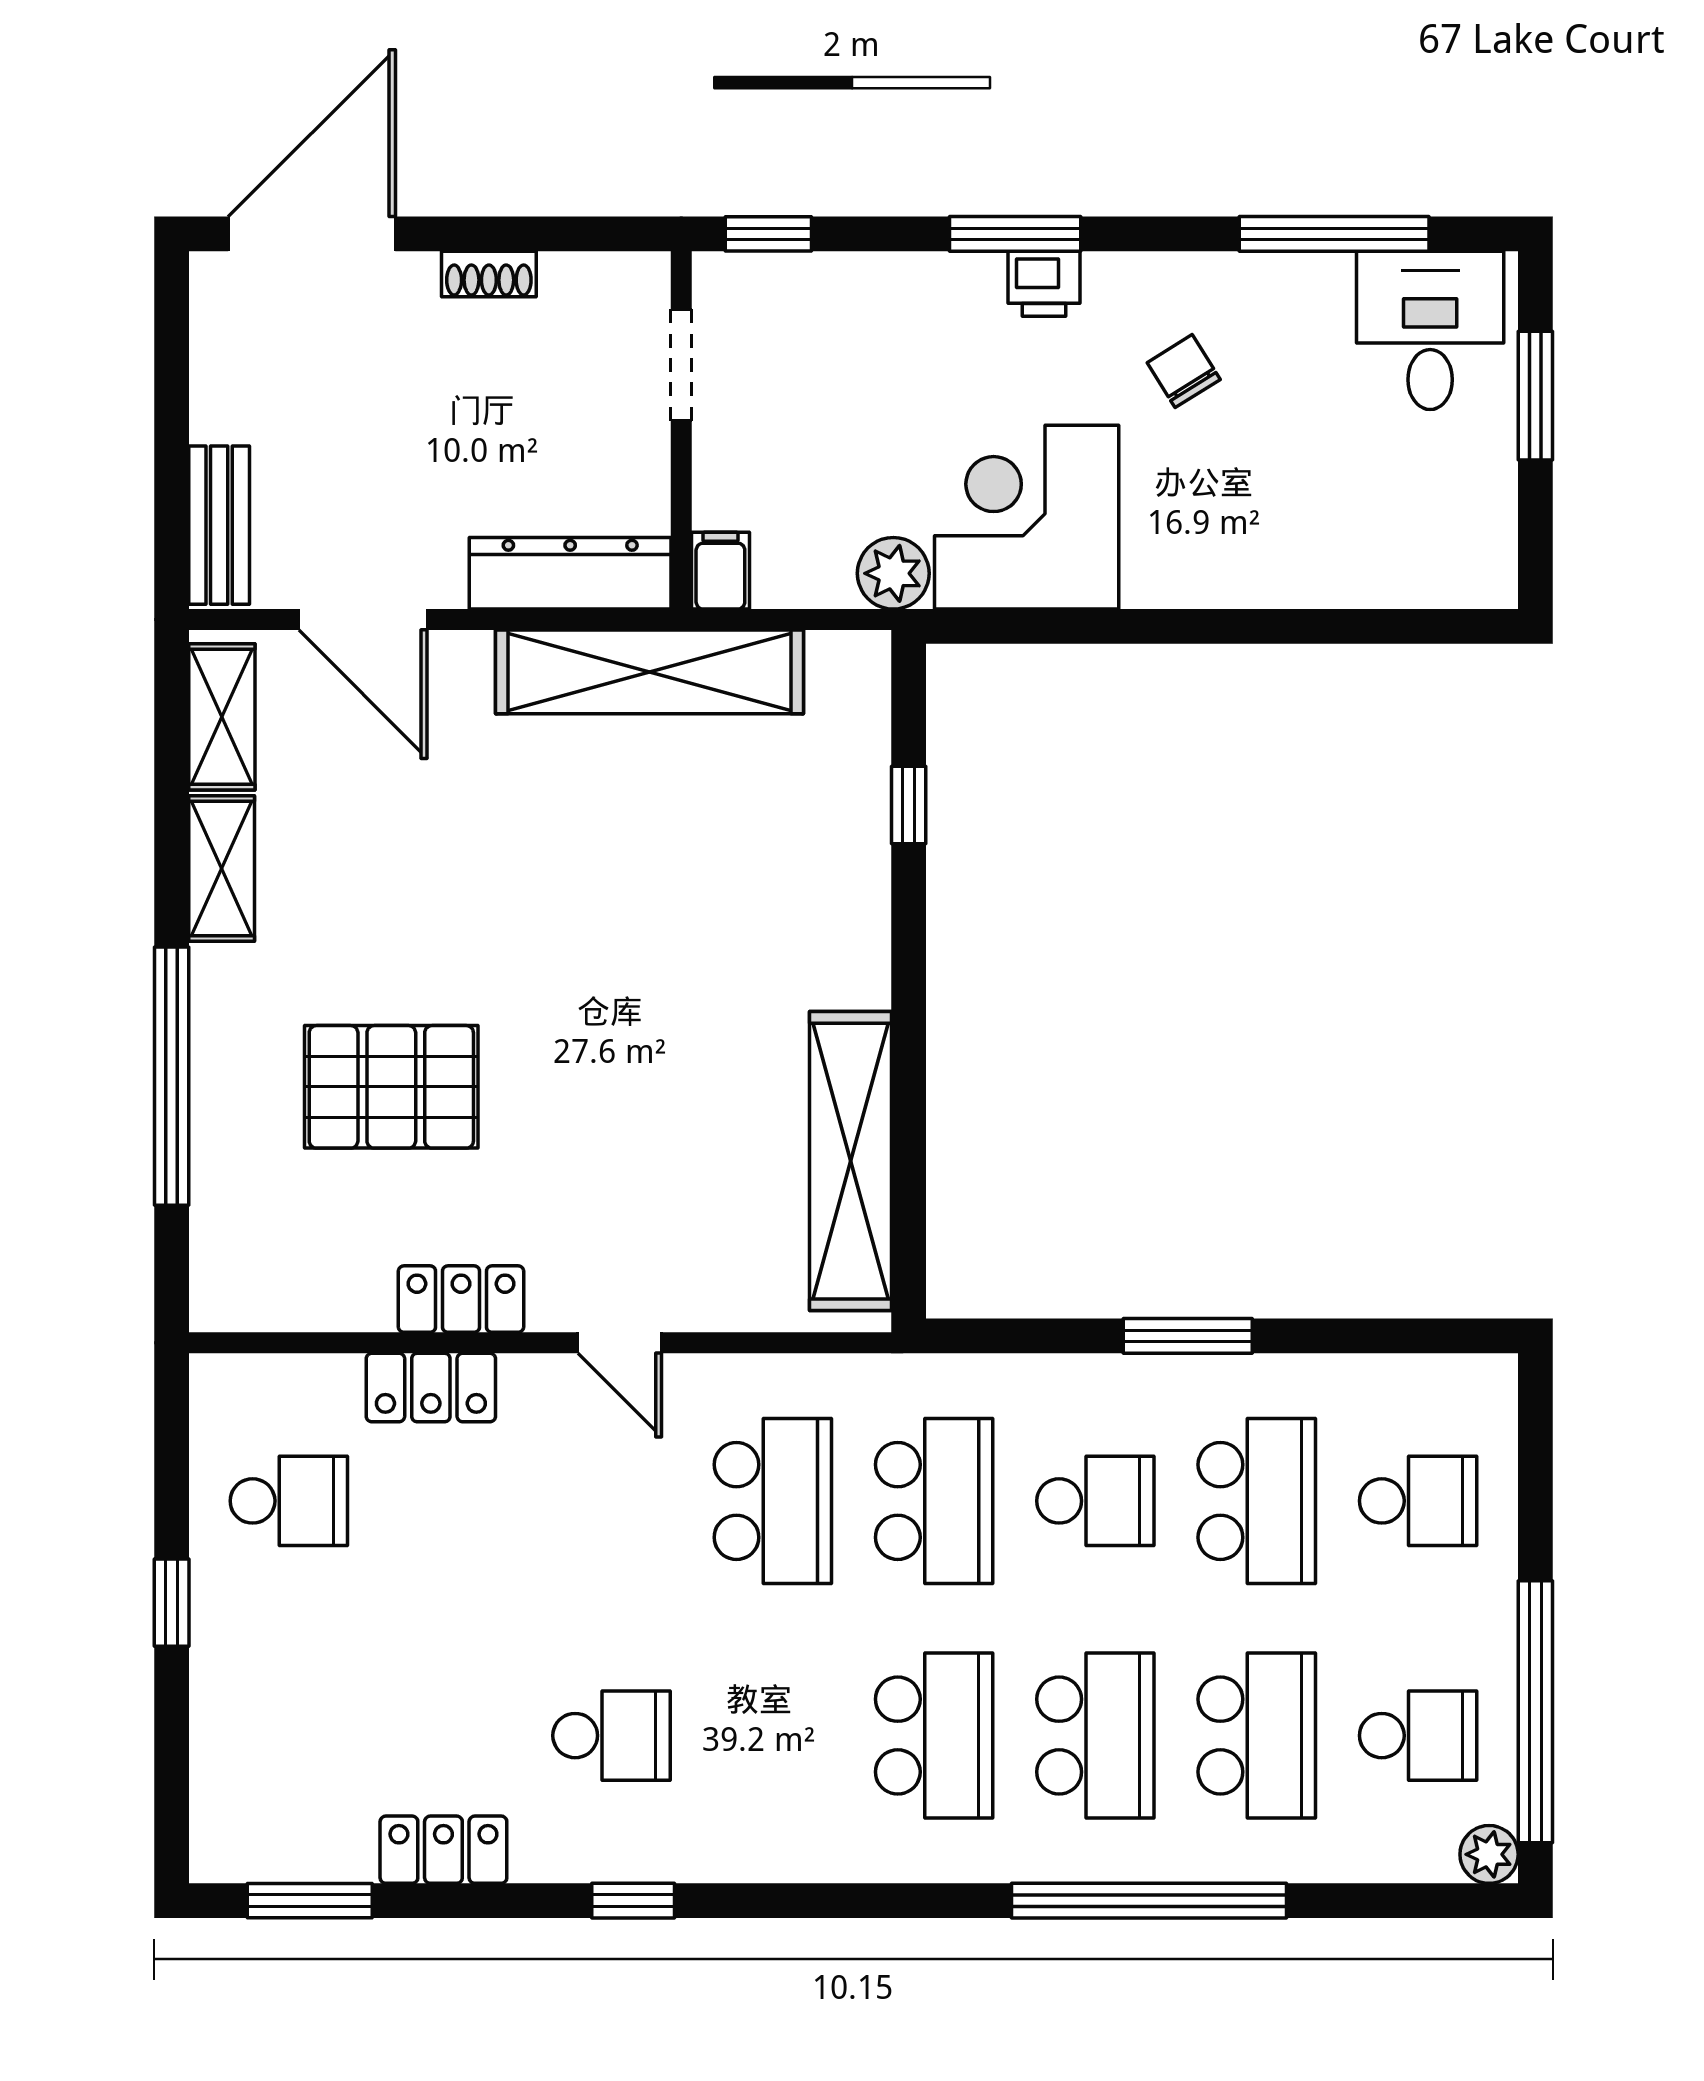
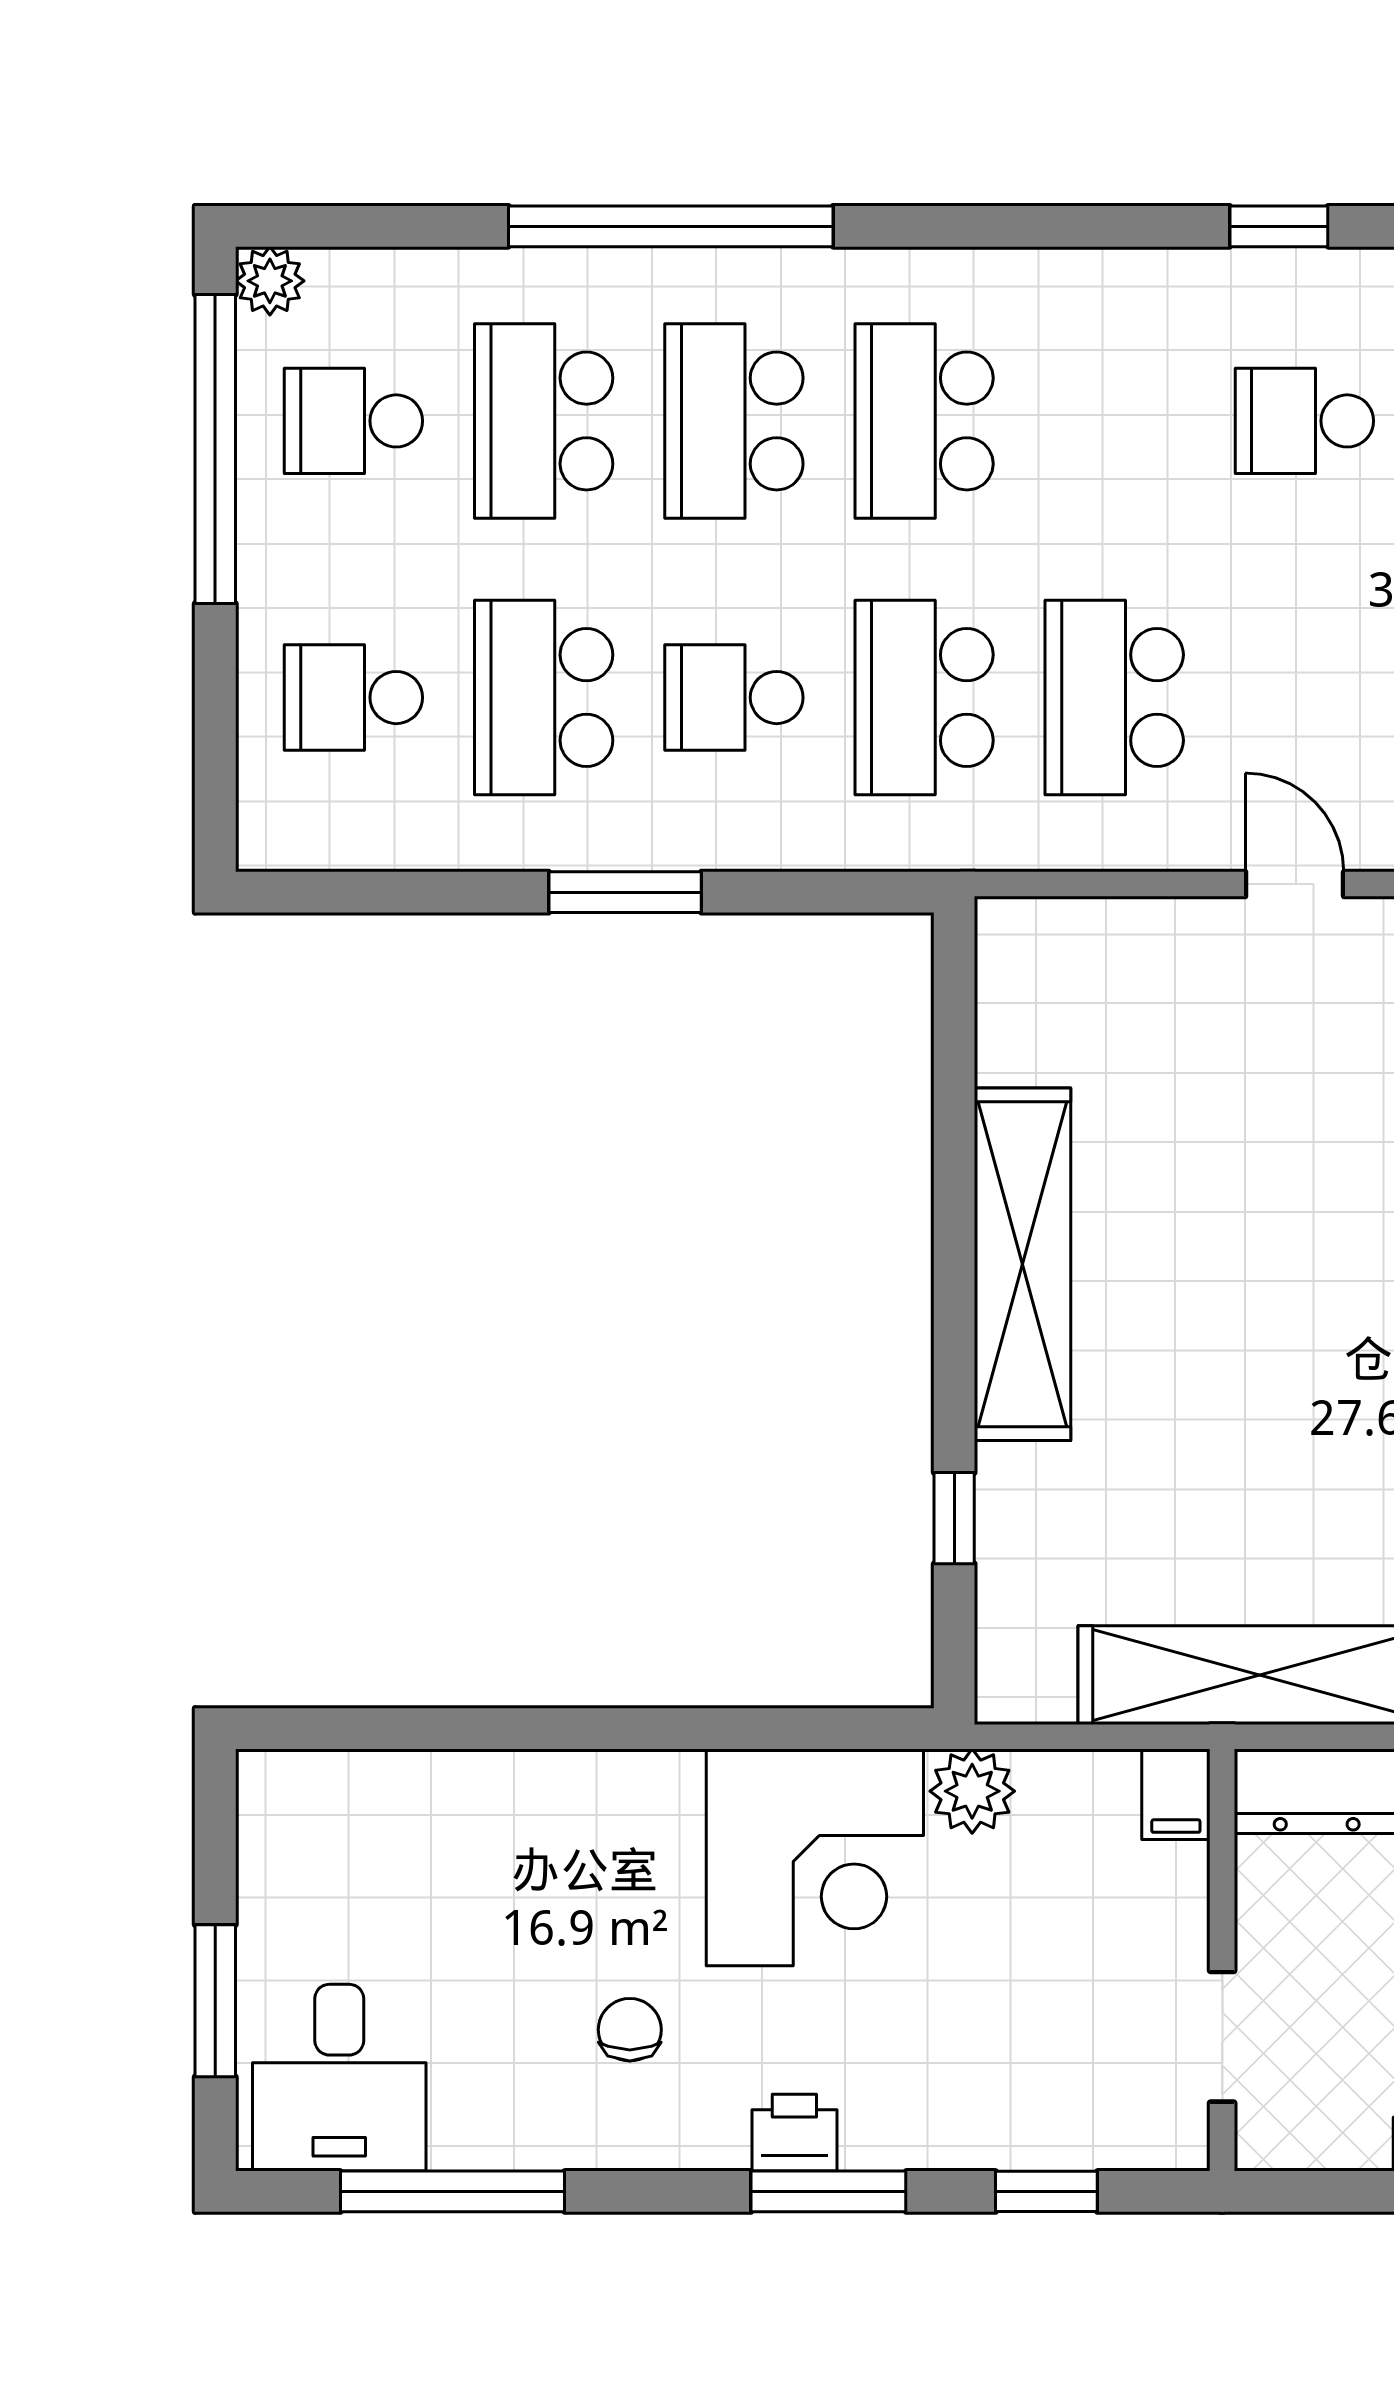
window: (768, 234) -> (1046, 2191), moved
chair: (1184, 371) -> (630, 2030), turned -148
shelving: (851, 1161) -> (1023, 1264), moved

